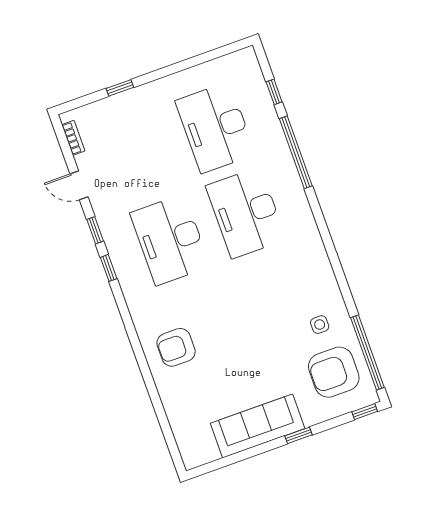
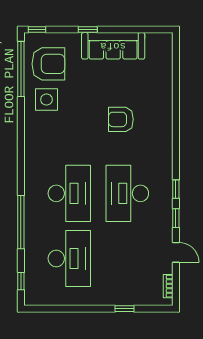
window: (274, 92) -> (21, 281), moved
desk: (170, 240) -> (127, 193), turned 180
side table: (320, 325) -> (46, 100), width x1.87, depth x1.87
armchair: (176, 347) -> (121, 119), moved, turned 180

